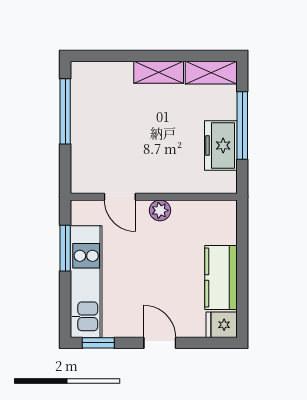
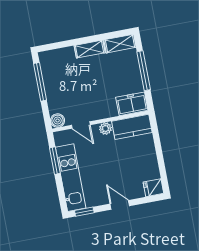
freezer: (221, 145) -> (132, 104), moved, turned 90
boiler: (82, 182) -> (58, 121), added
kitchen counter: (221, 278) -> (132, 127), moved, turned -90

